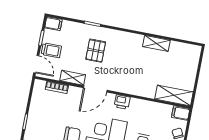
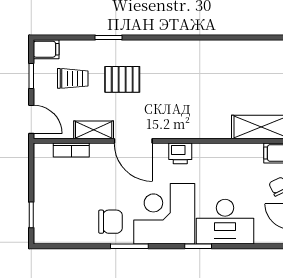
shelving: (156, 43) -> (217, 49), removed
trolley: (51, 50) -> (73, 78), moved
pallet: (96, 51) -> (122, 79), turned 90
door: (95, 89) -> (133, 141), hinge flipped

